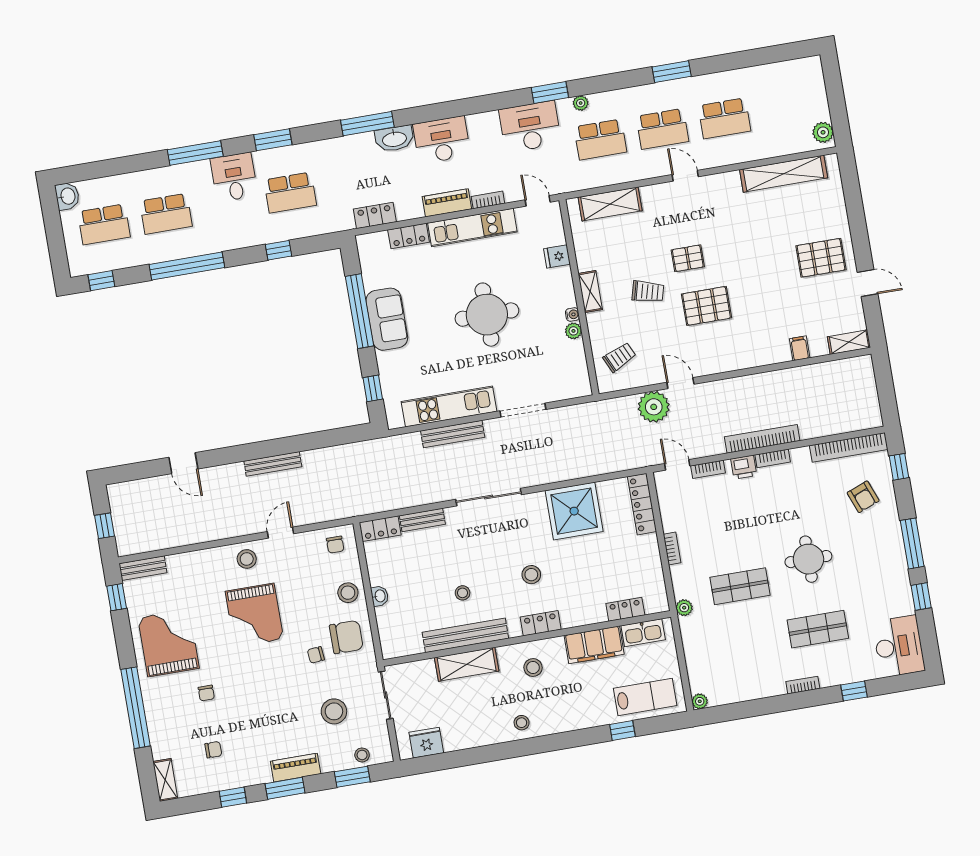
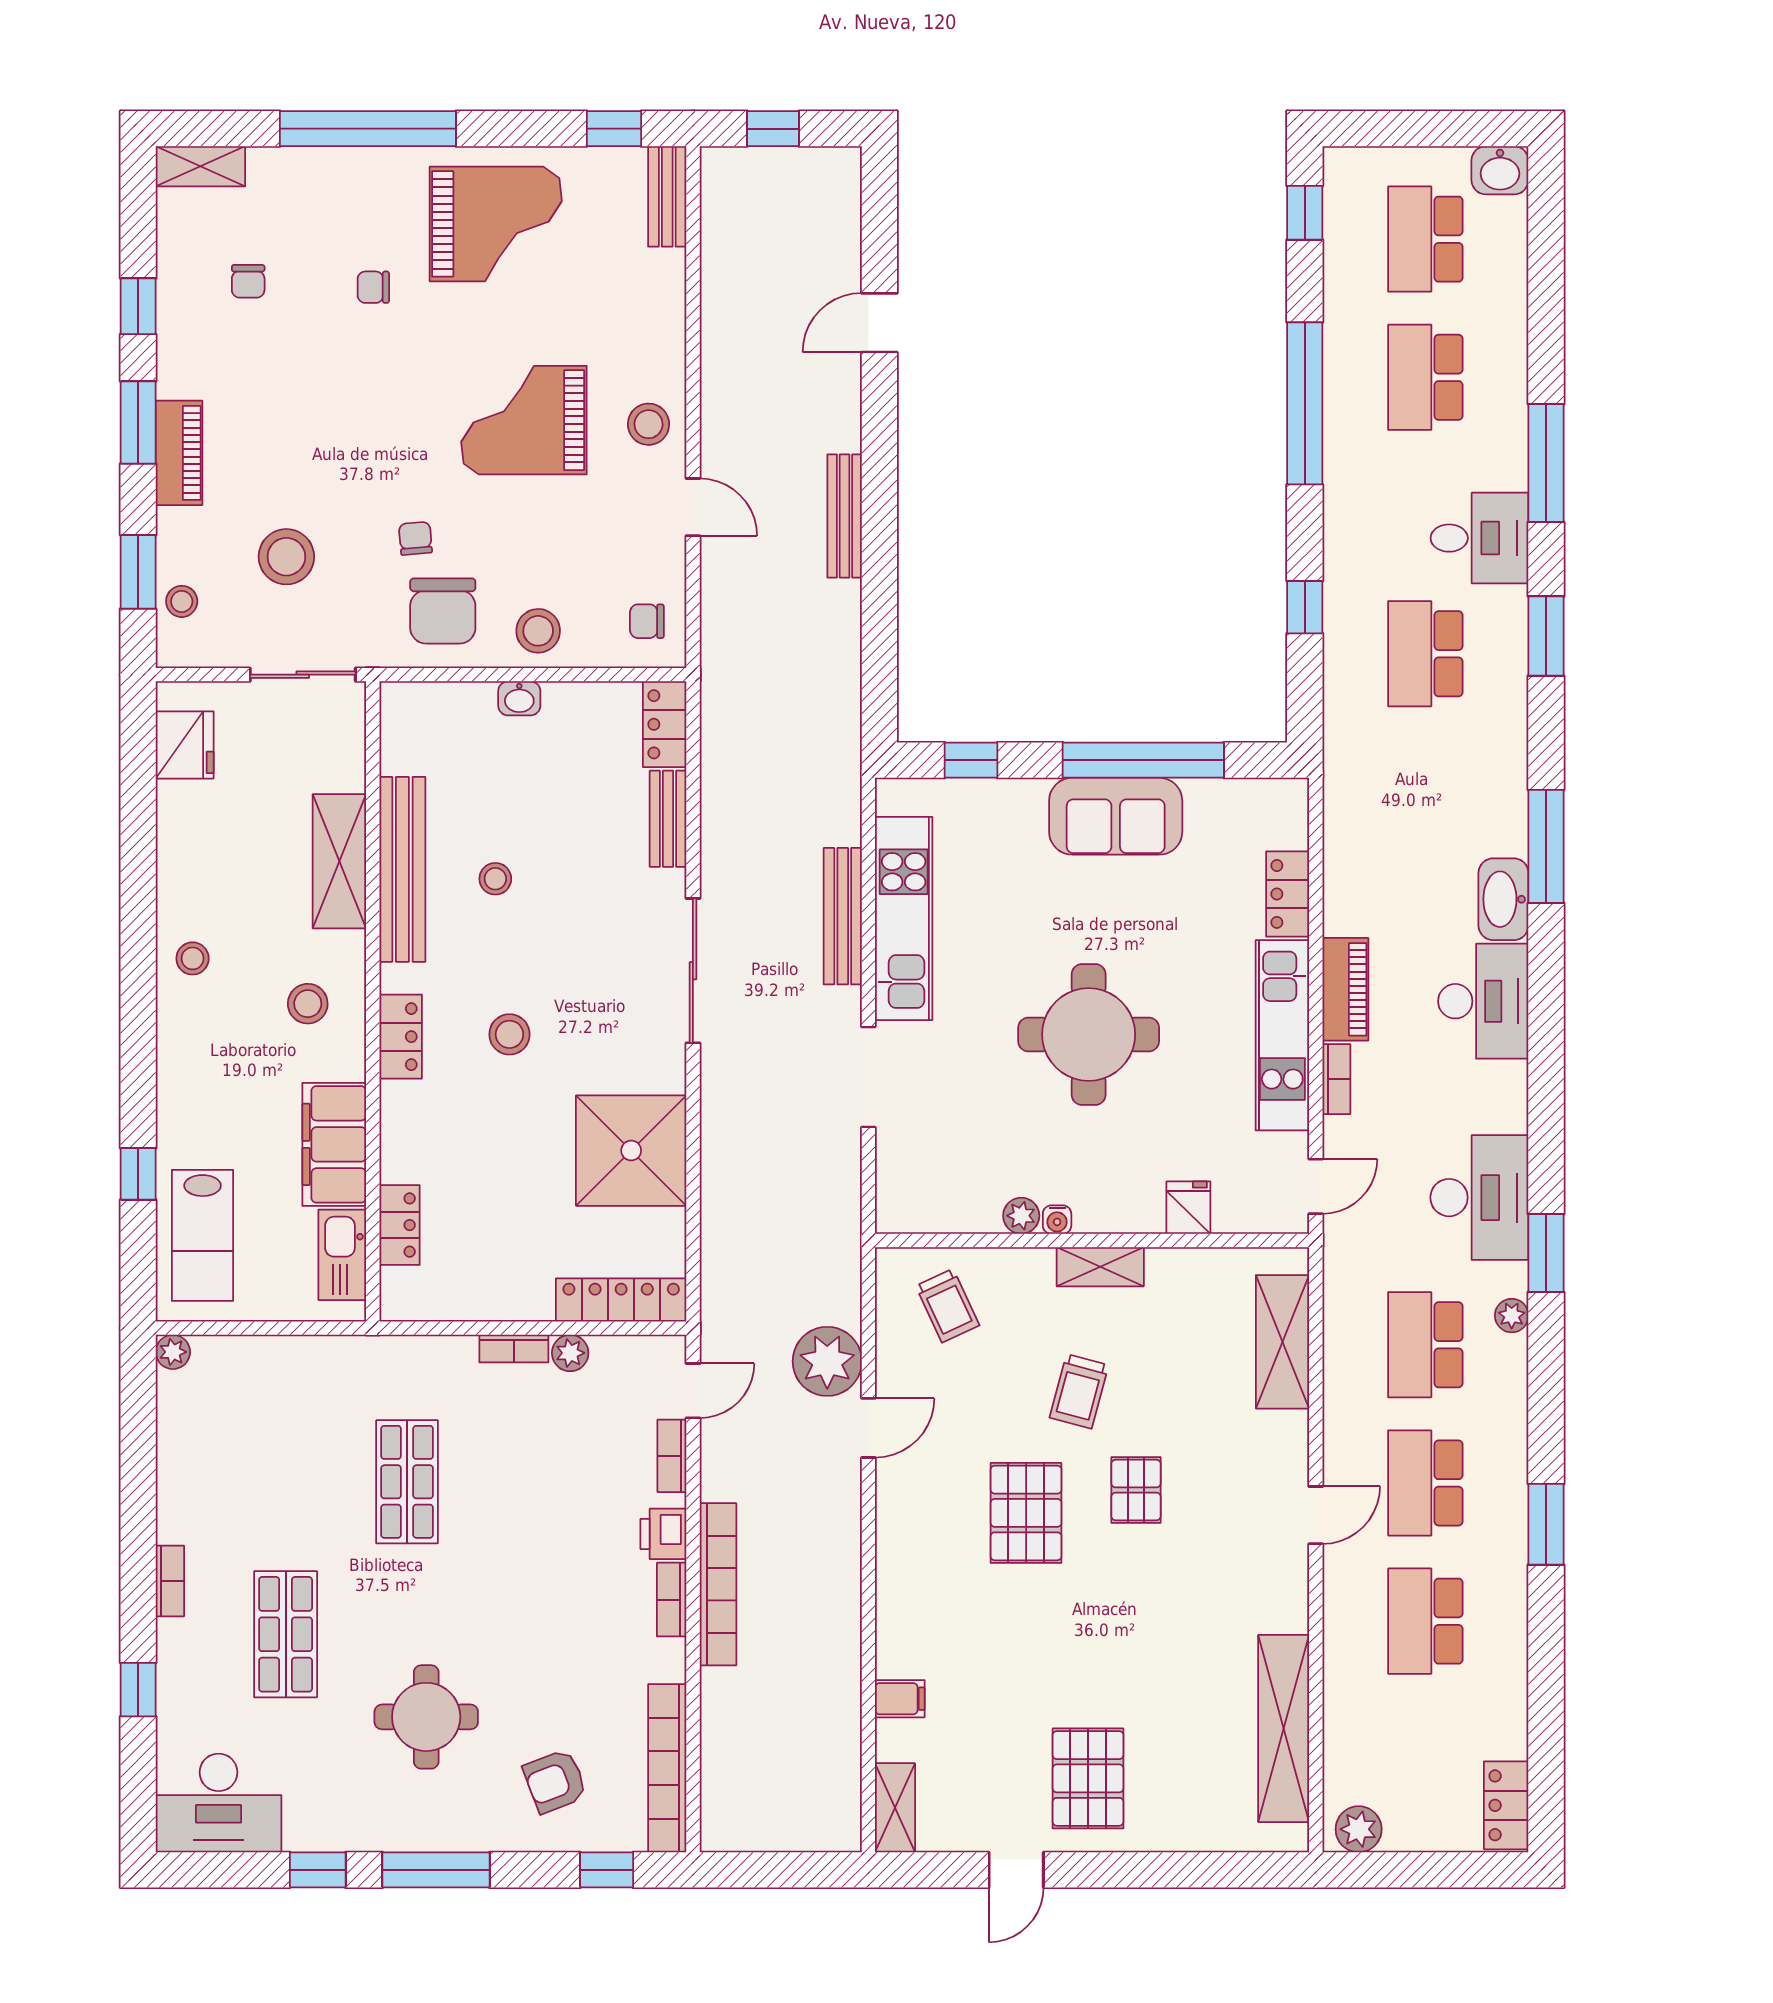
locker: (375, 215) -> (1506, 1805), moved, turned 180
round table: (808, 559) -> (426, 1717), moved
plant: (684, 608) -> (570, 1353), moved

